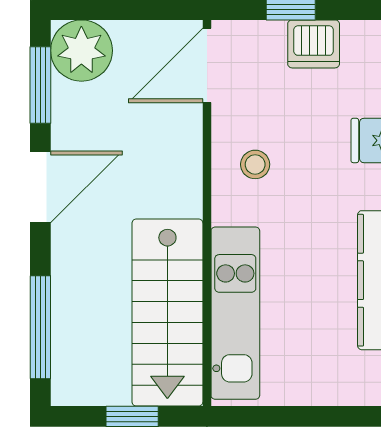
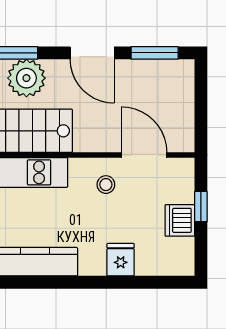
plant: (81, 51) -> (26, 78), moved
door: (207, 65) -> (144, 155), moved

